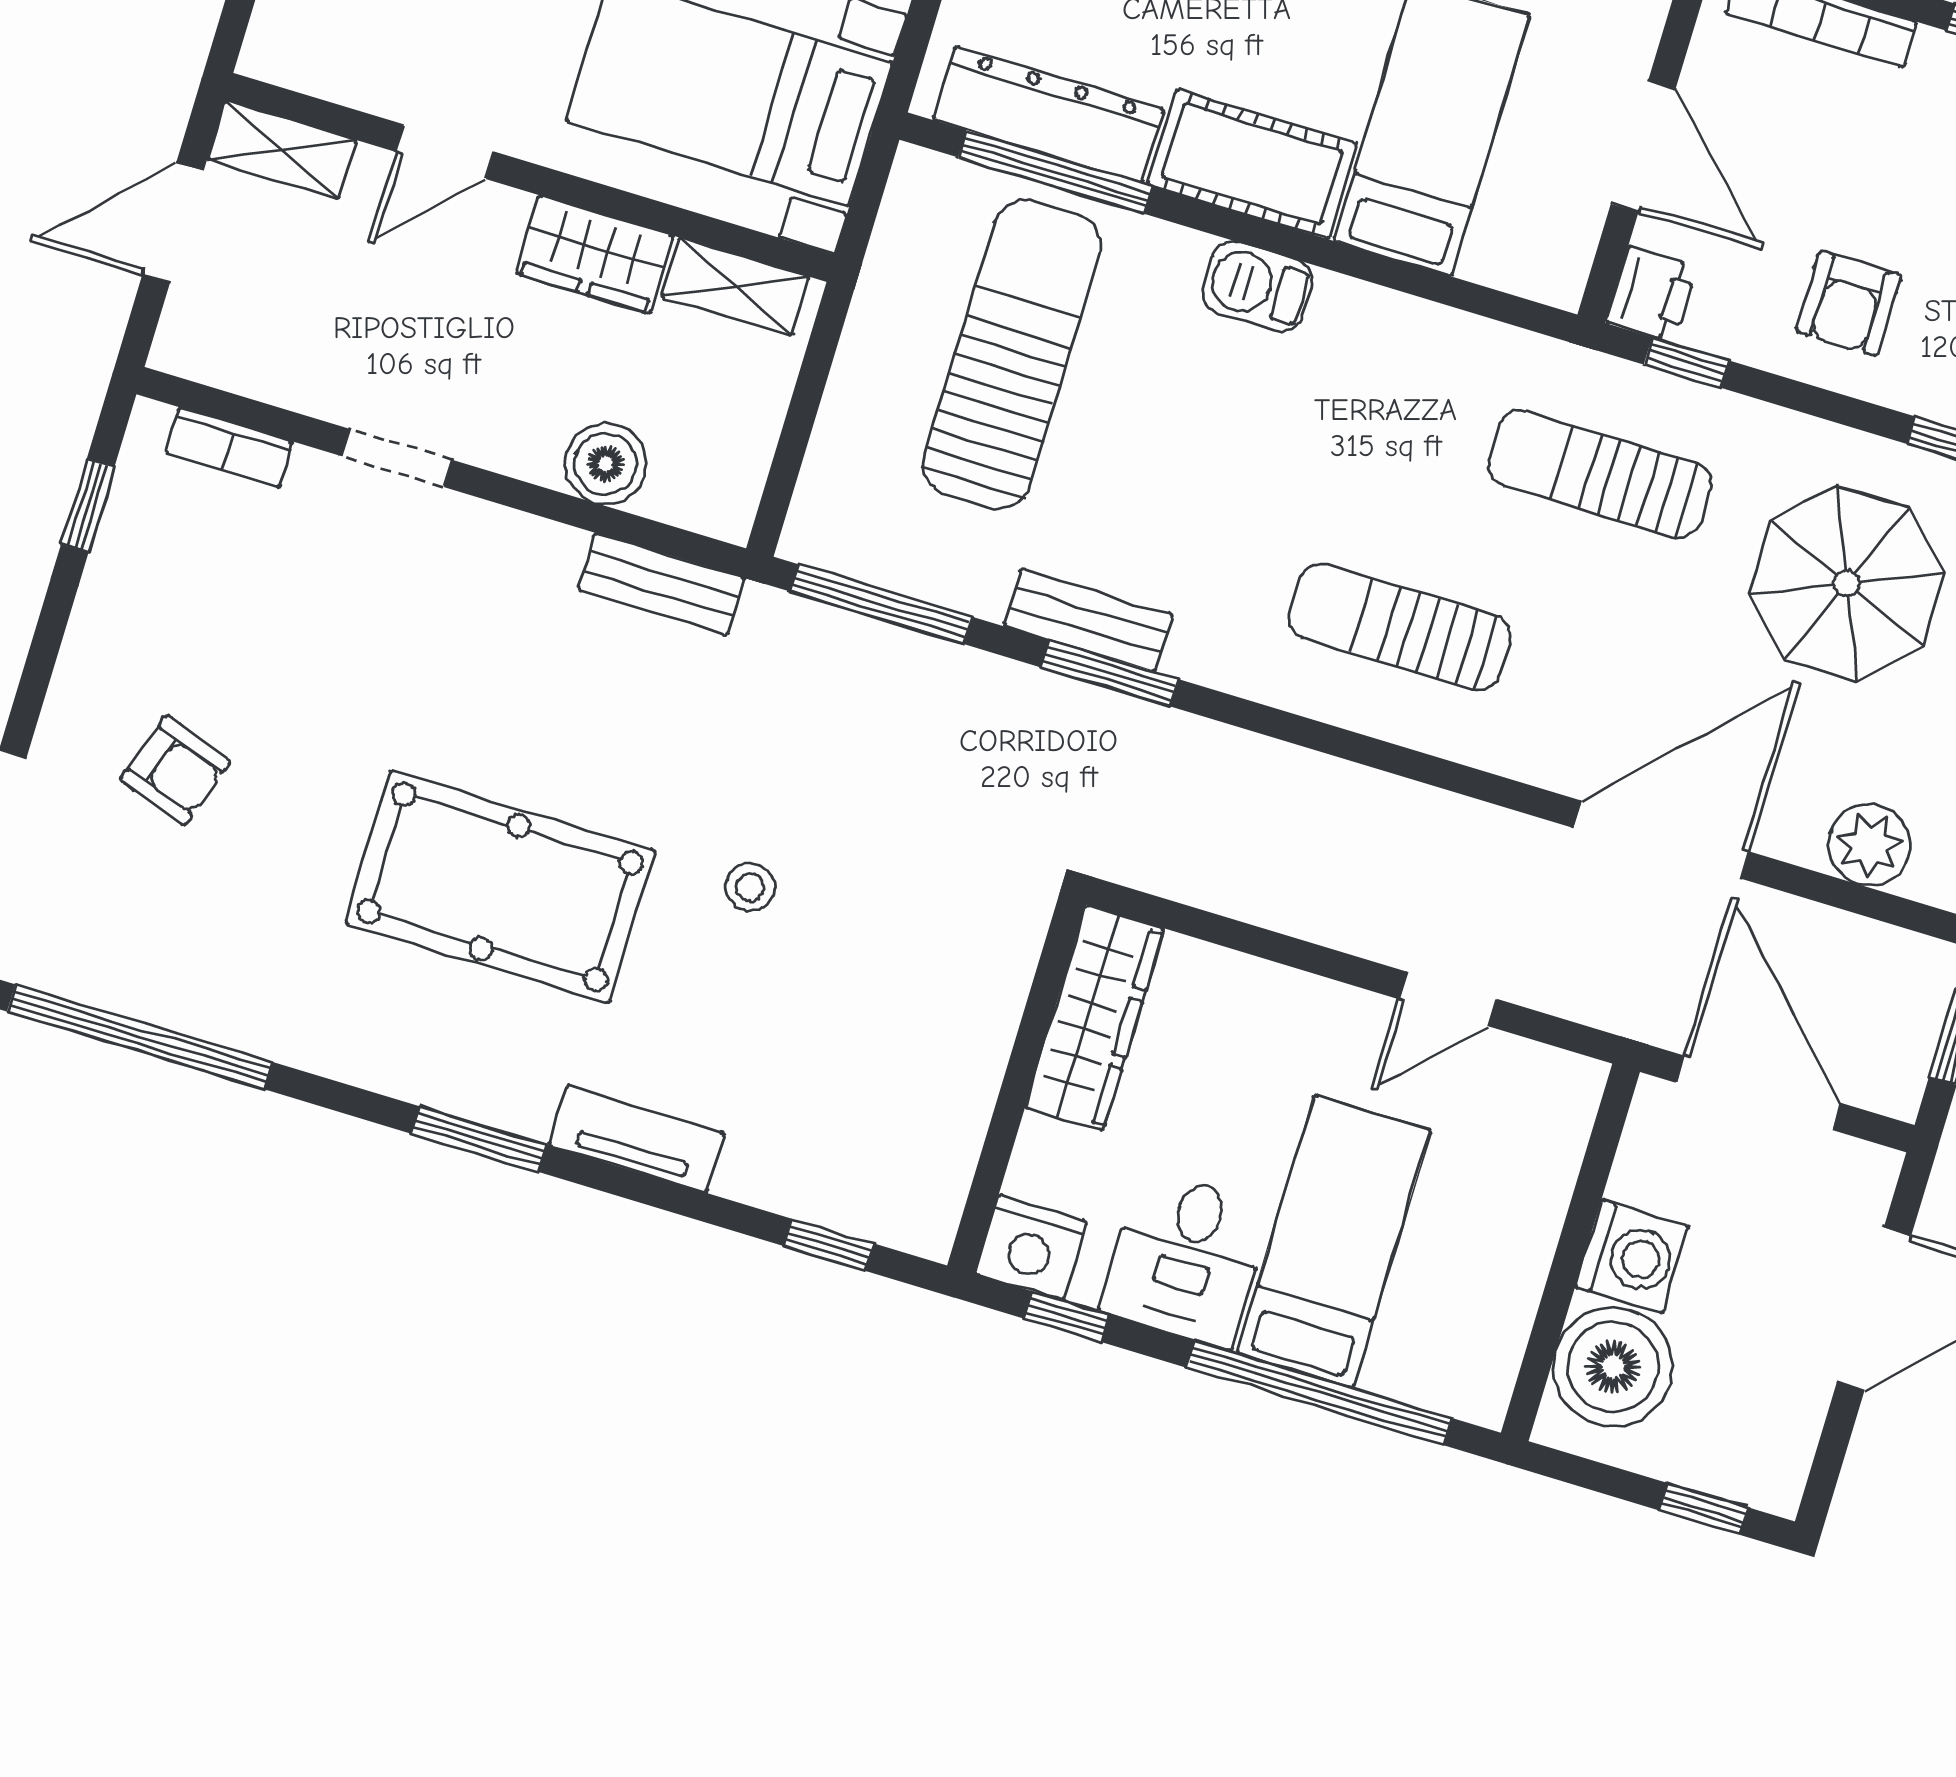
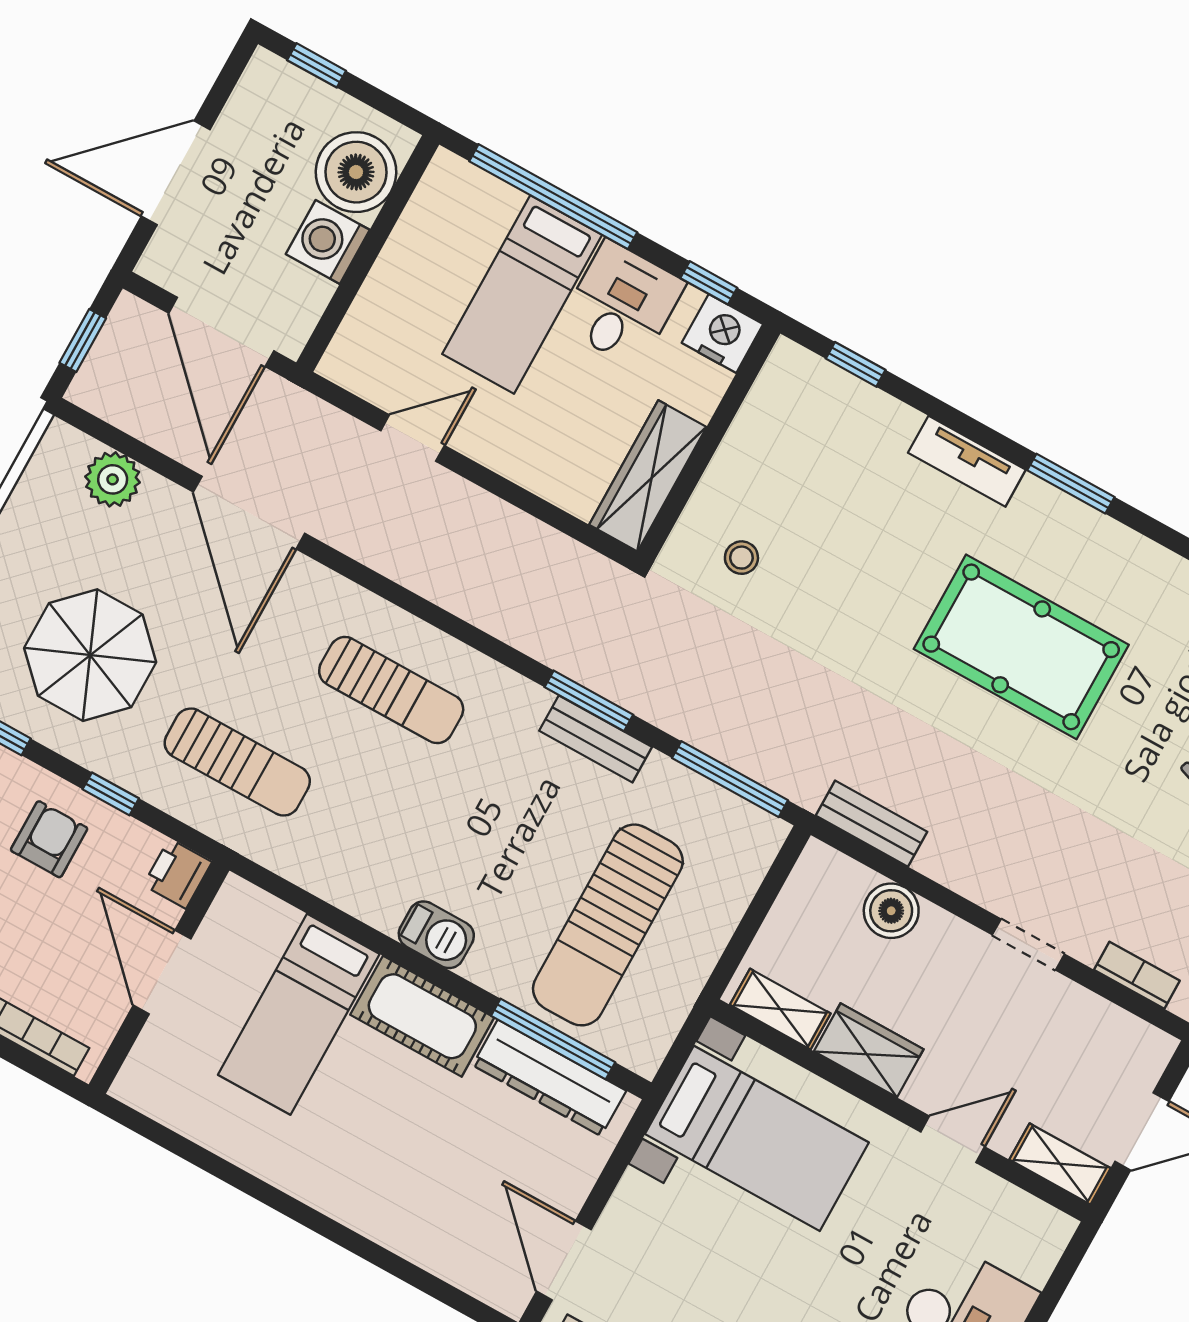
window: (1686, 362) -> (111, 794), moved
door: (1661, 840) -> (249, 513), hinge flipped
stool: (750, 887) -> (741, 558), moved

